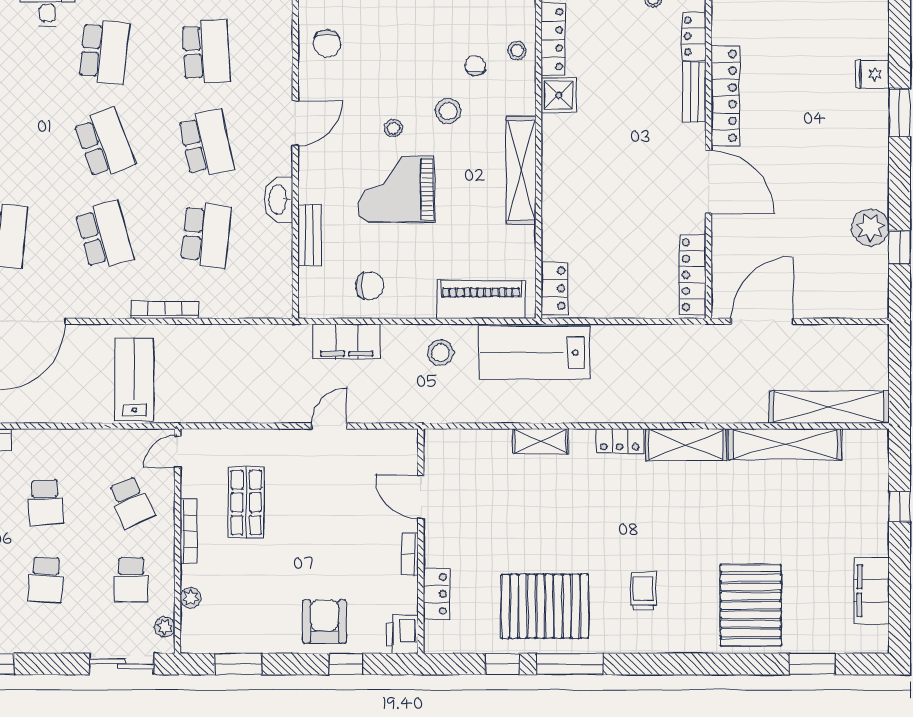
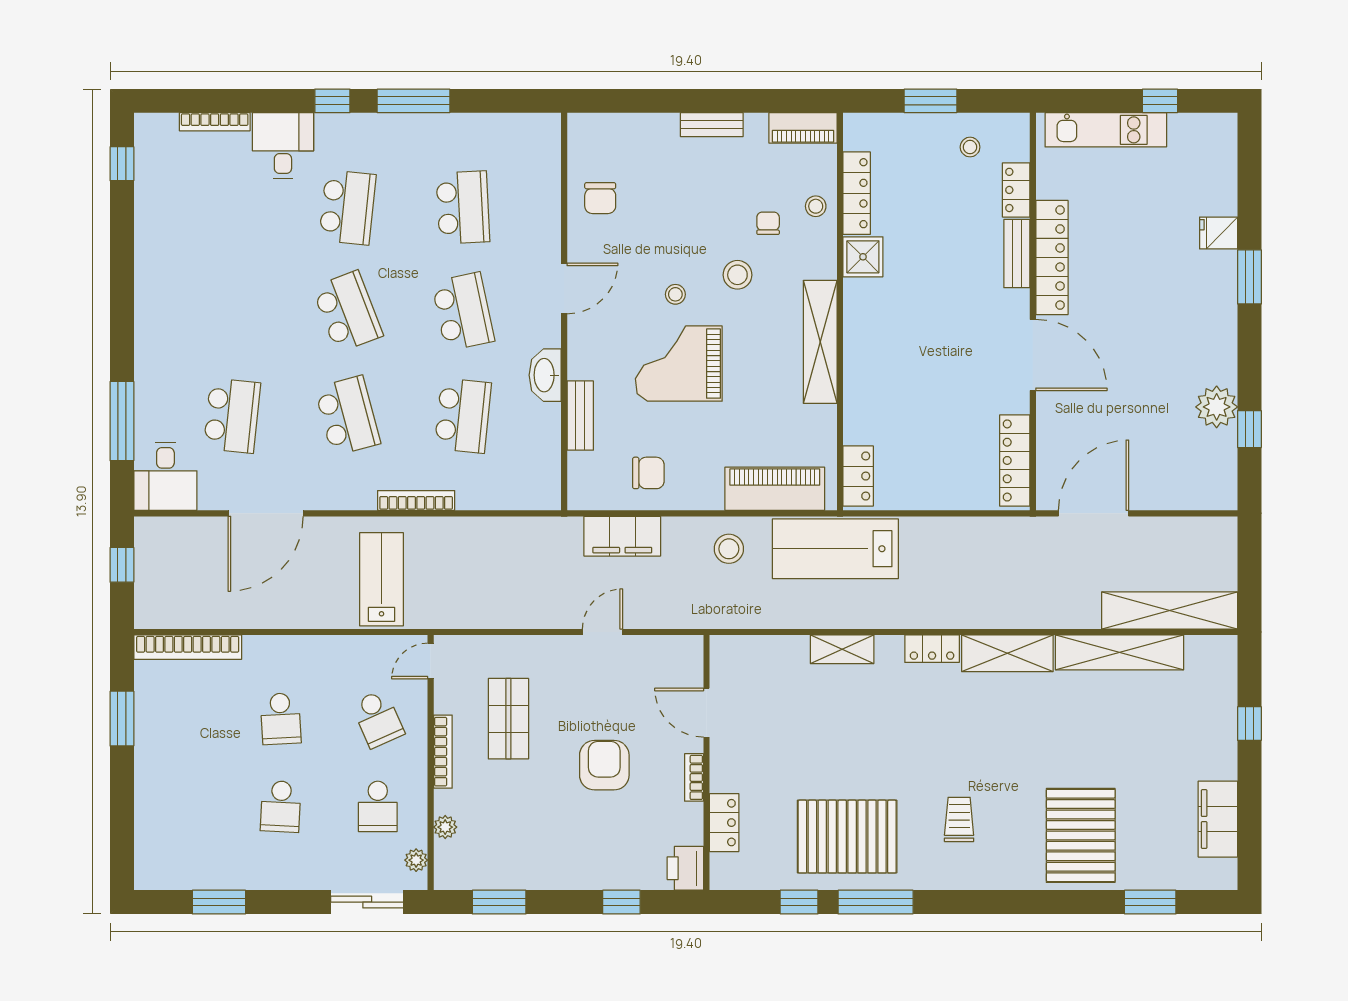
armchair: (324, 622) -> (604, 765), moved

